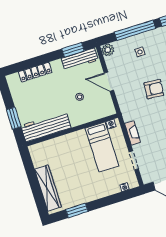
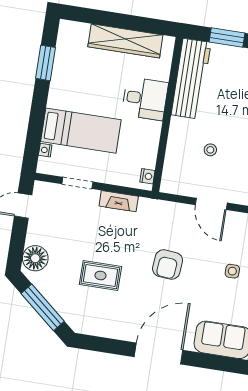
door: (109, 82) -> (211, 204), swing flipped
desk: (69, 146) -> (145, 99), added
bed: (102, 147) -> (81, 131), moved, turned 180
wardrobe: (48, 188) -> (125, 41), moved

